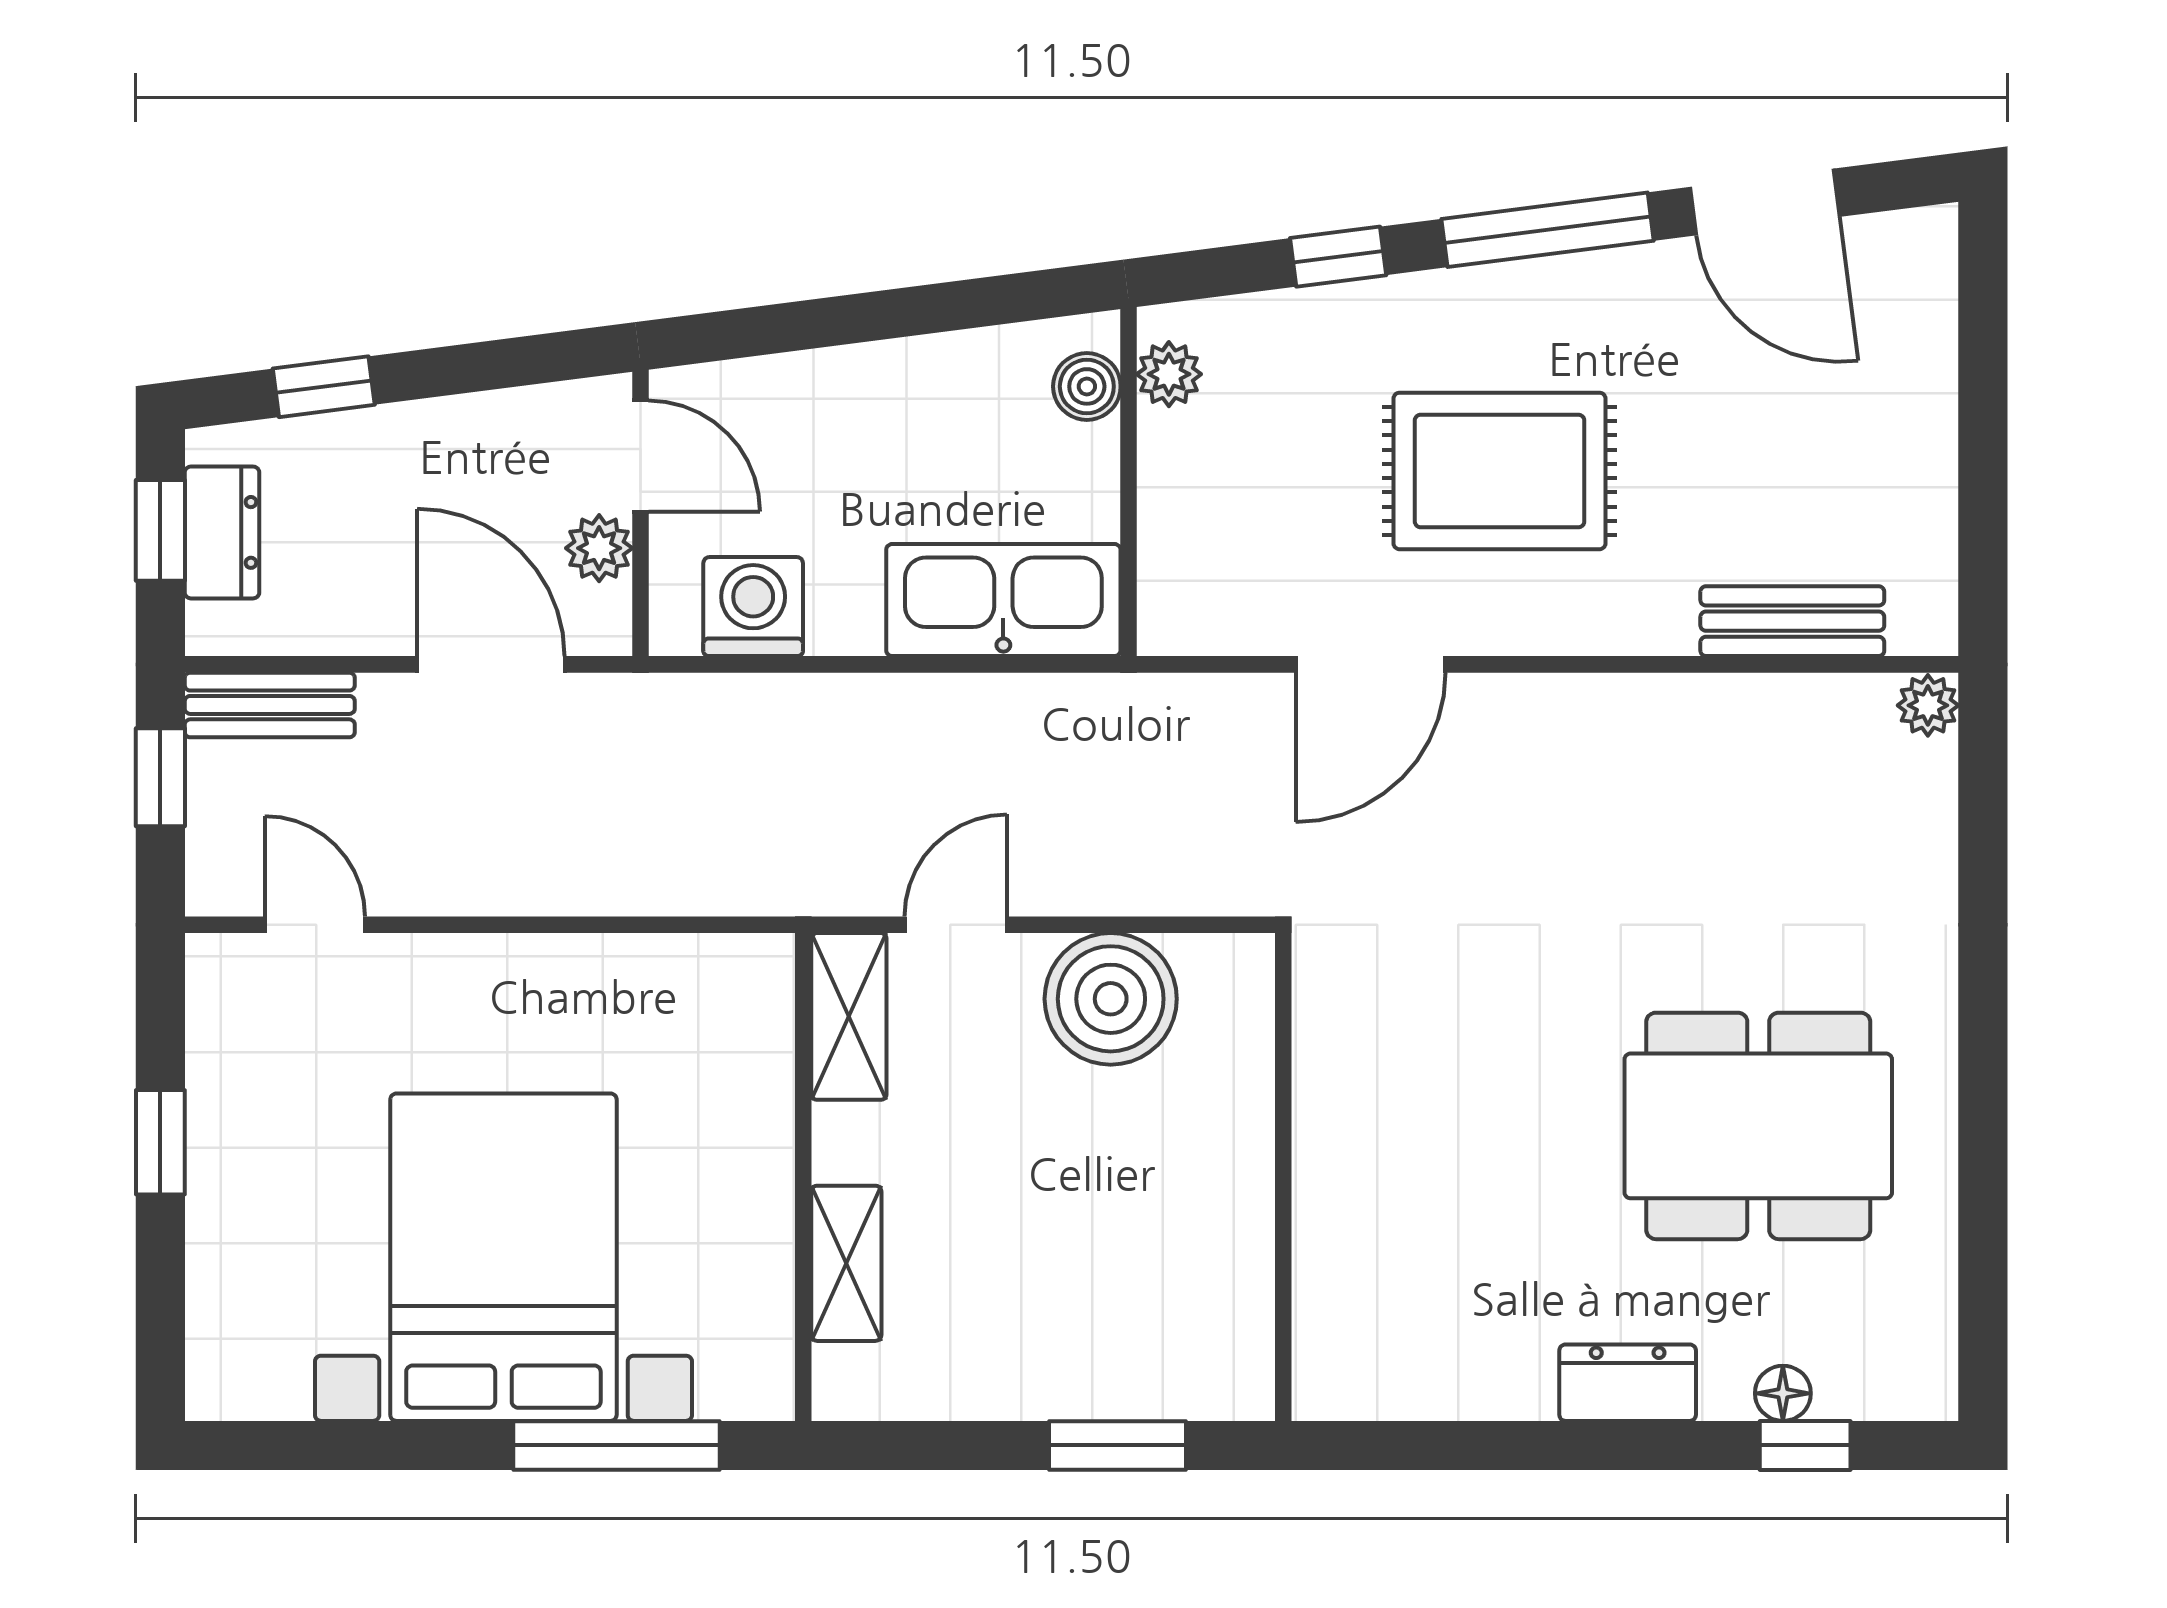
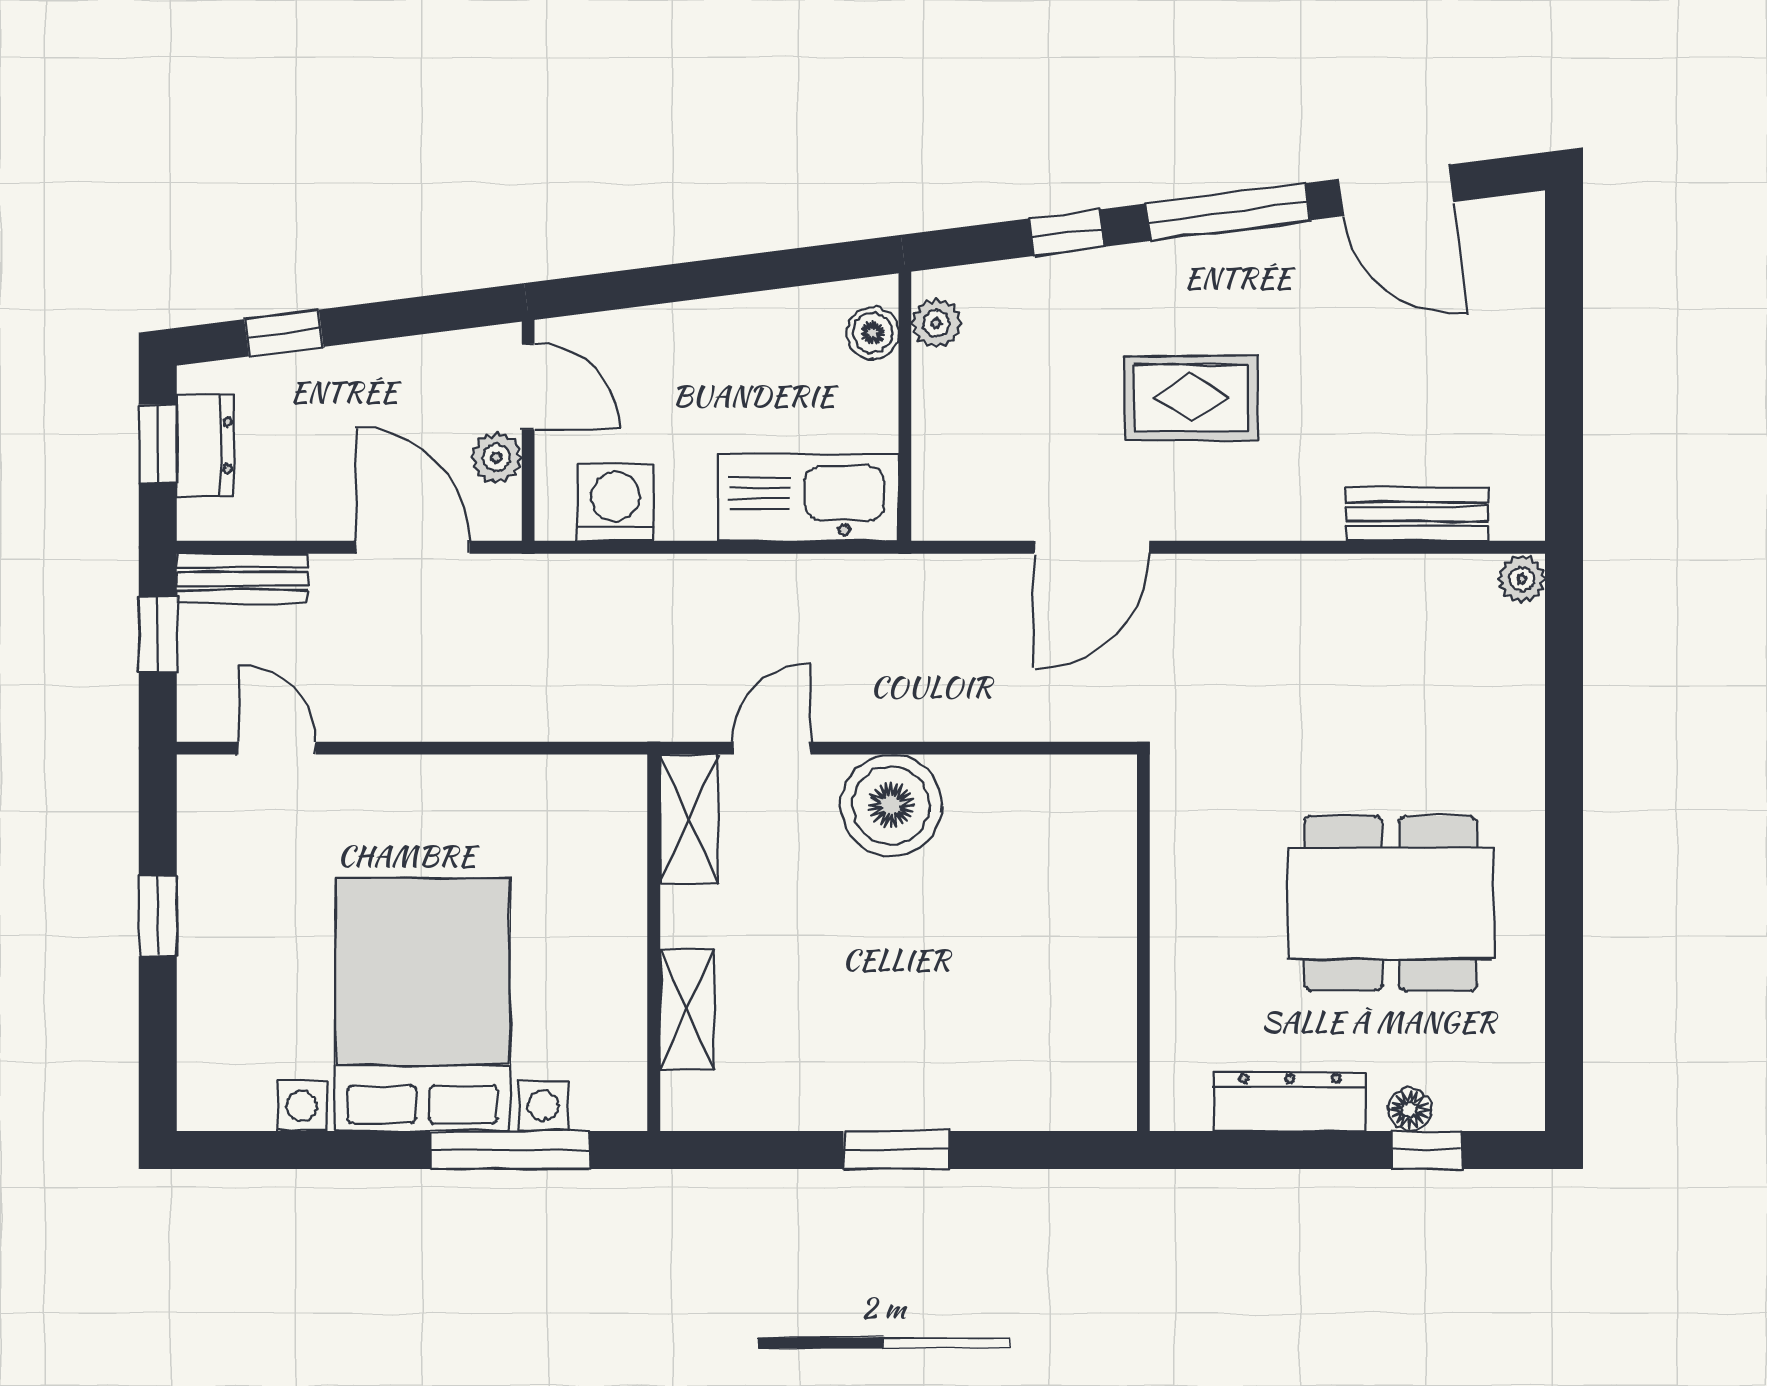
rug: (1500, 471) -> (1191, 398), width x0.73, depth x0.70
wall: (1283, 1177) -> (1143, 943), moved
dresser: (1628, 1383) -> (1290, 1102), width x1.44

